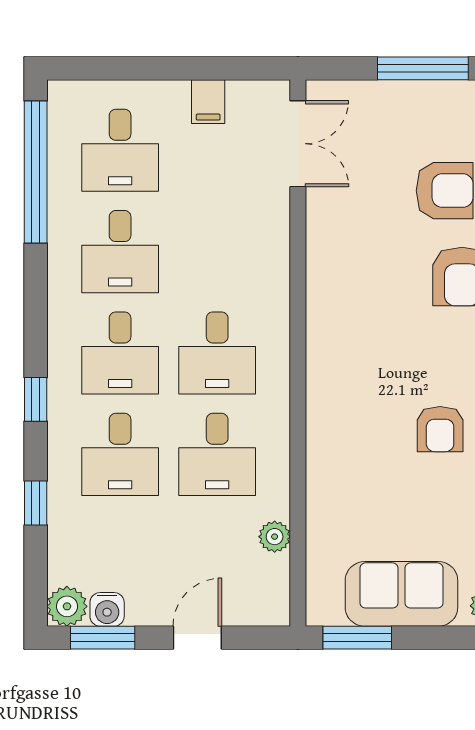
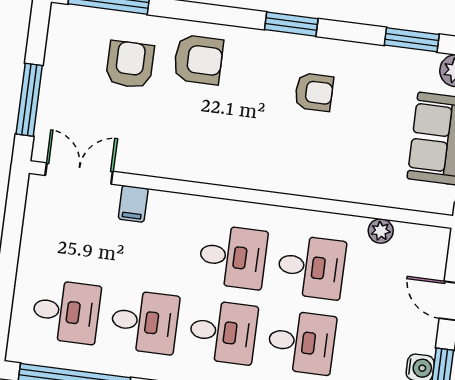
window: (423, 68) -> (29, 100), moved
filing cabinet: (208, 102) -> (133, 204), moved, turned 90

